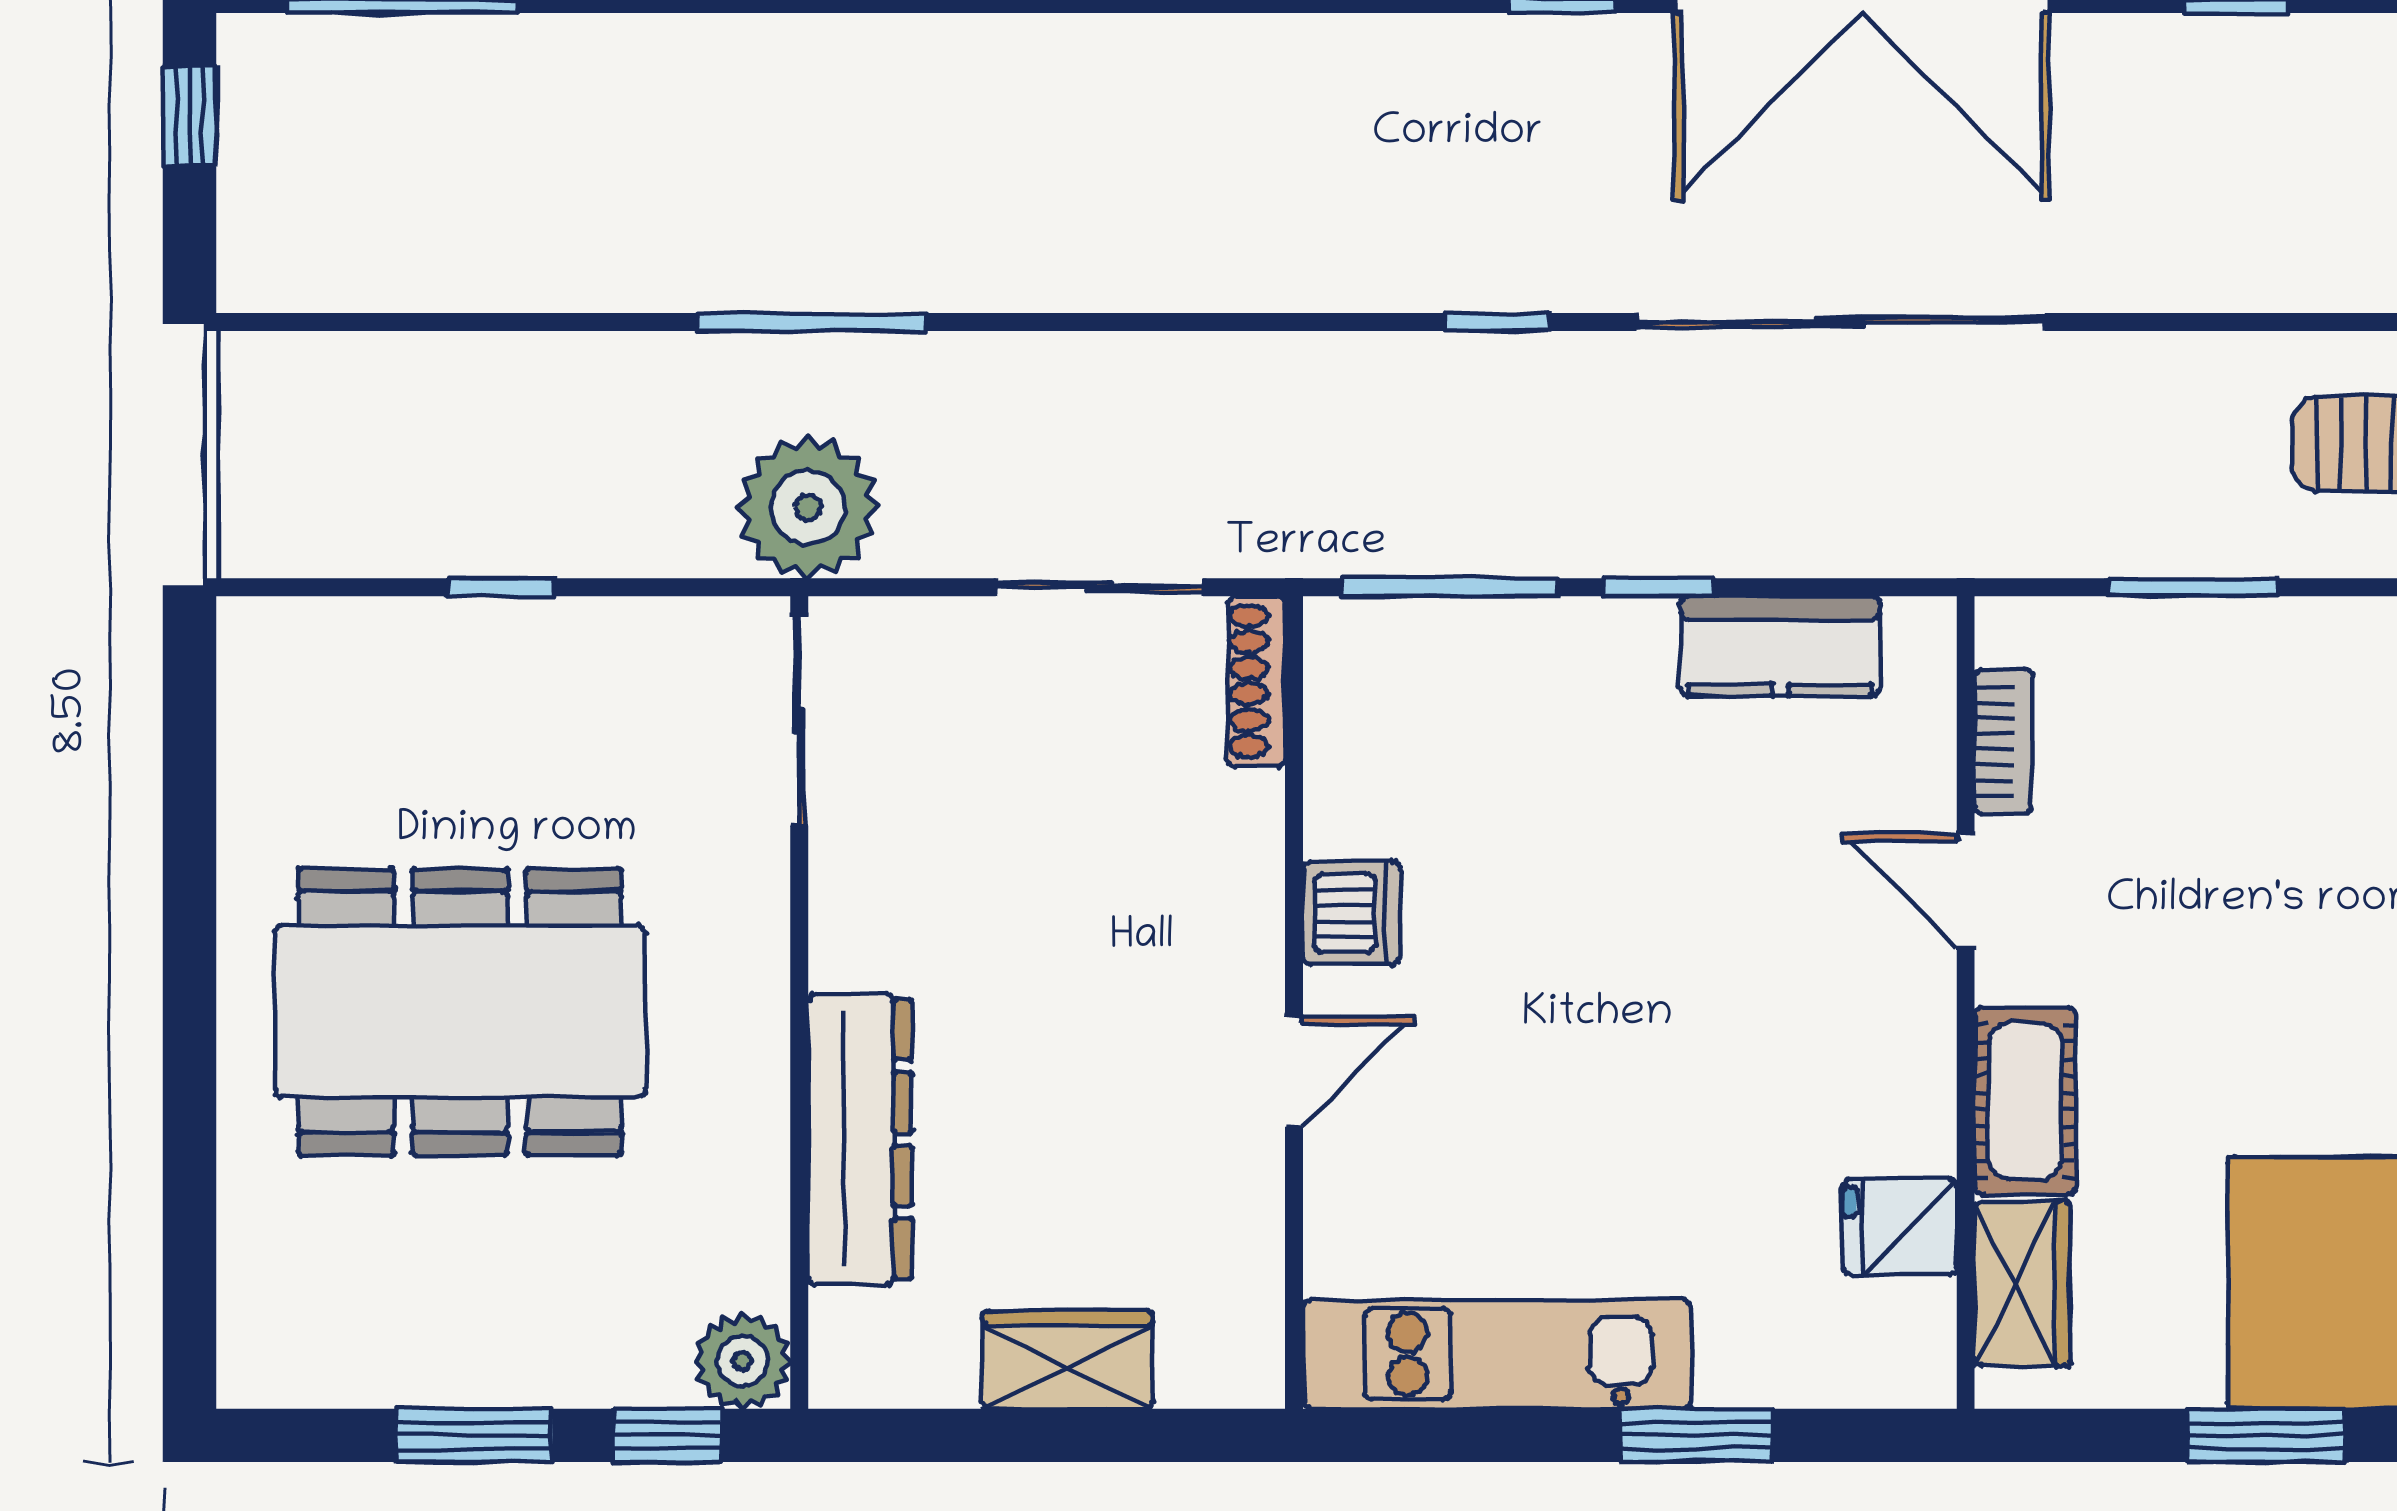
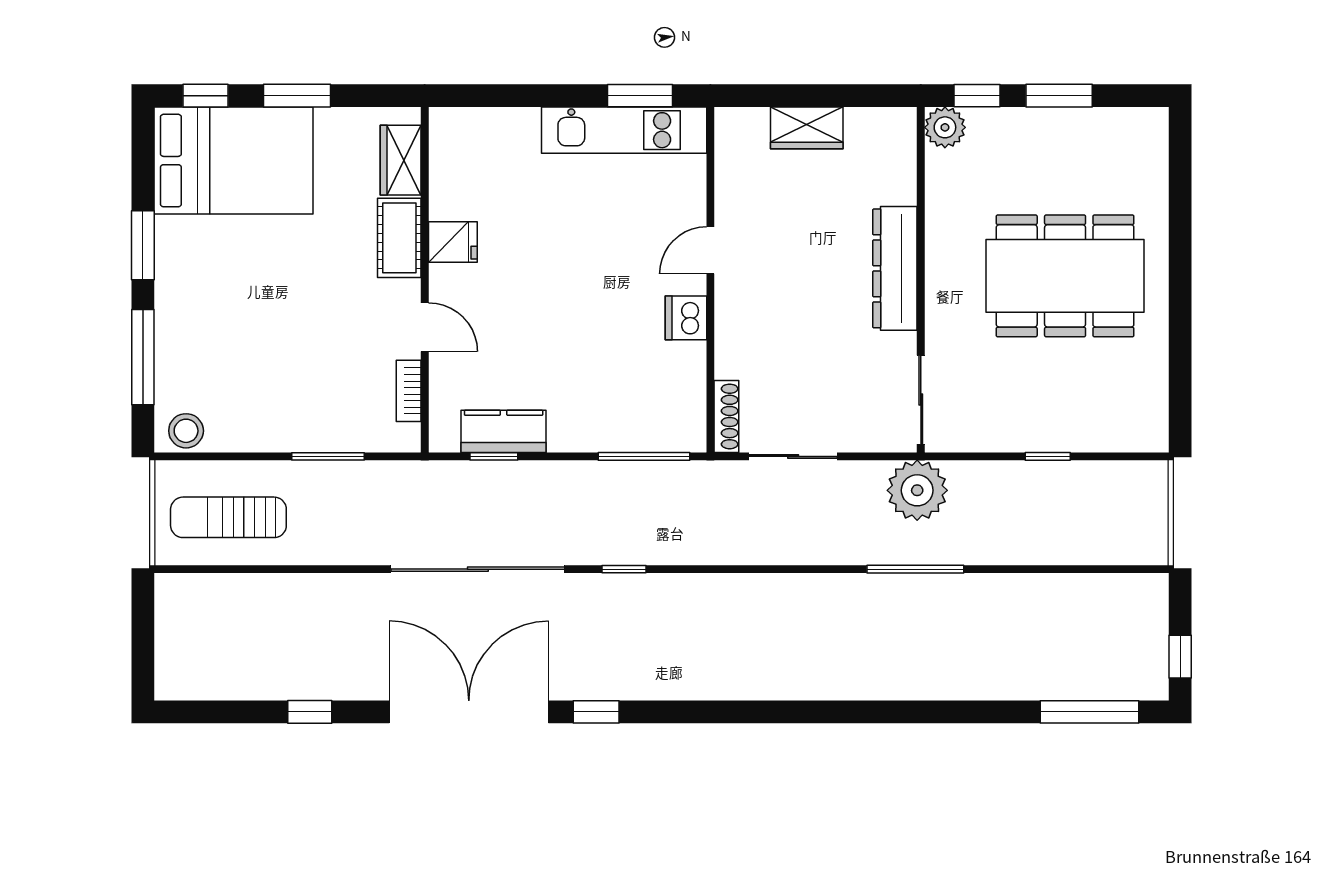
window: (1659, 587) -> (494, 456), moved
dresser: (860, 1139) -> (895, 268), moved
fridge: (1900, 1227) -> (453, 242), moved
window: (1696, 1435) -> (640, 96), moved

